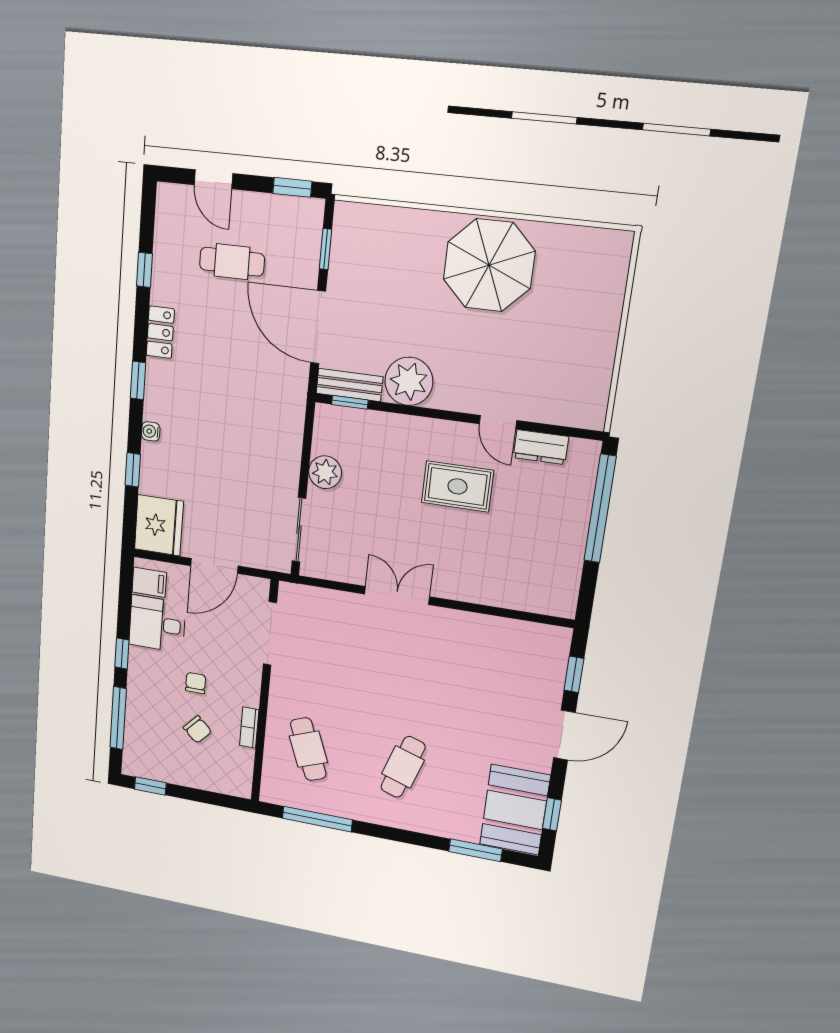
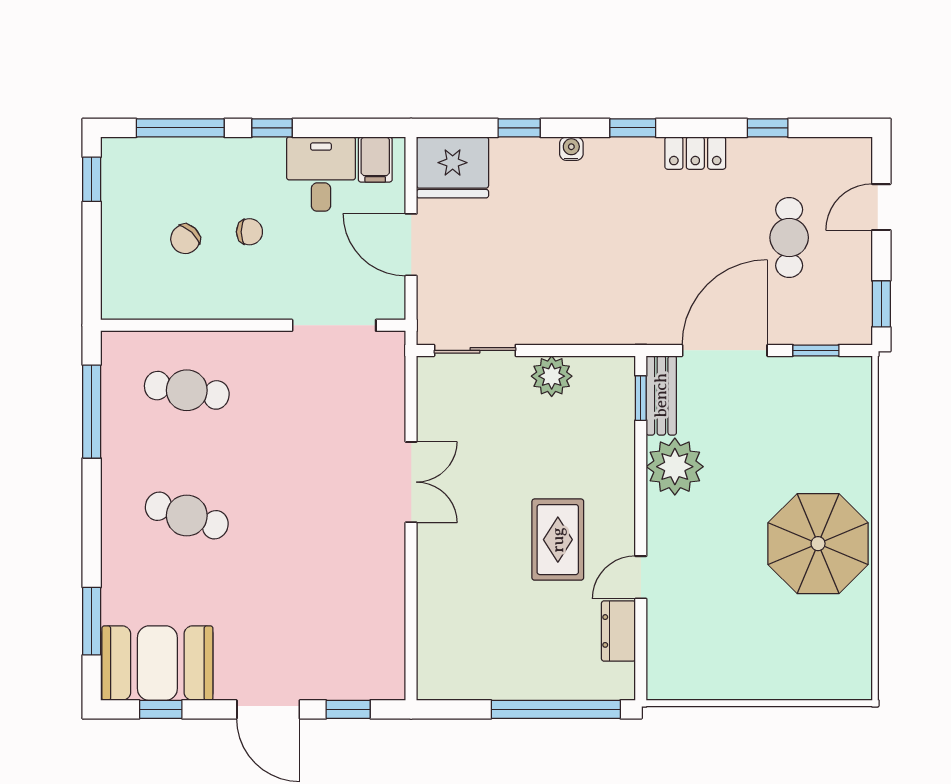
bookcase: (249, 728) -> (201, 309), removed
cafe table: (308, 749) -> (187, 390), turned 30

